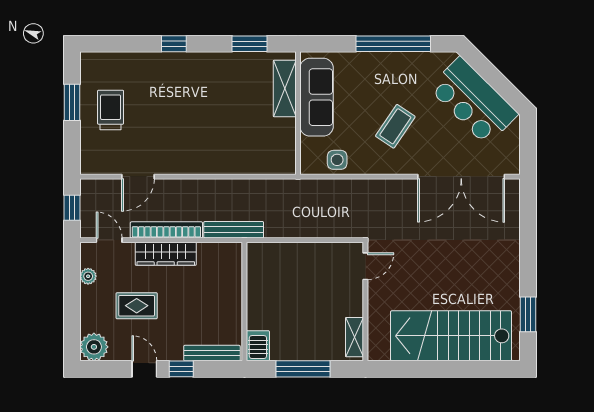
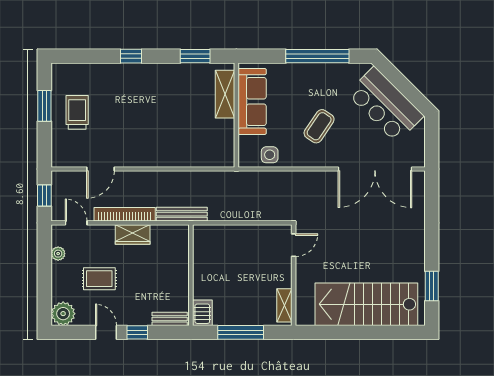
wardrobe: (166, 254) -> (133, 234), width x0.67
bench: (212, 353) -> (170, 319), width x0.73

